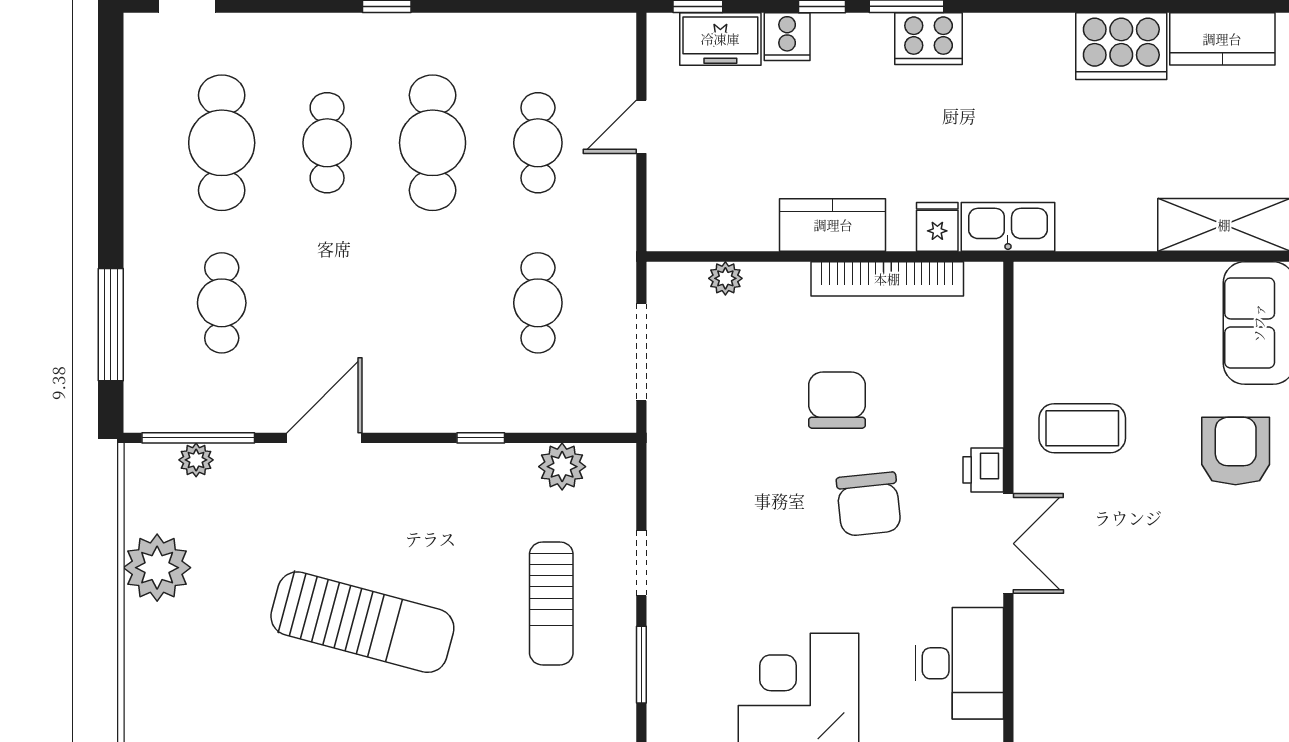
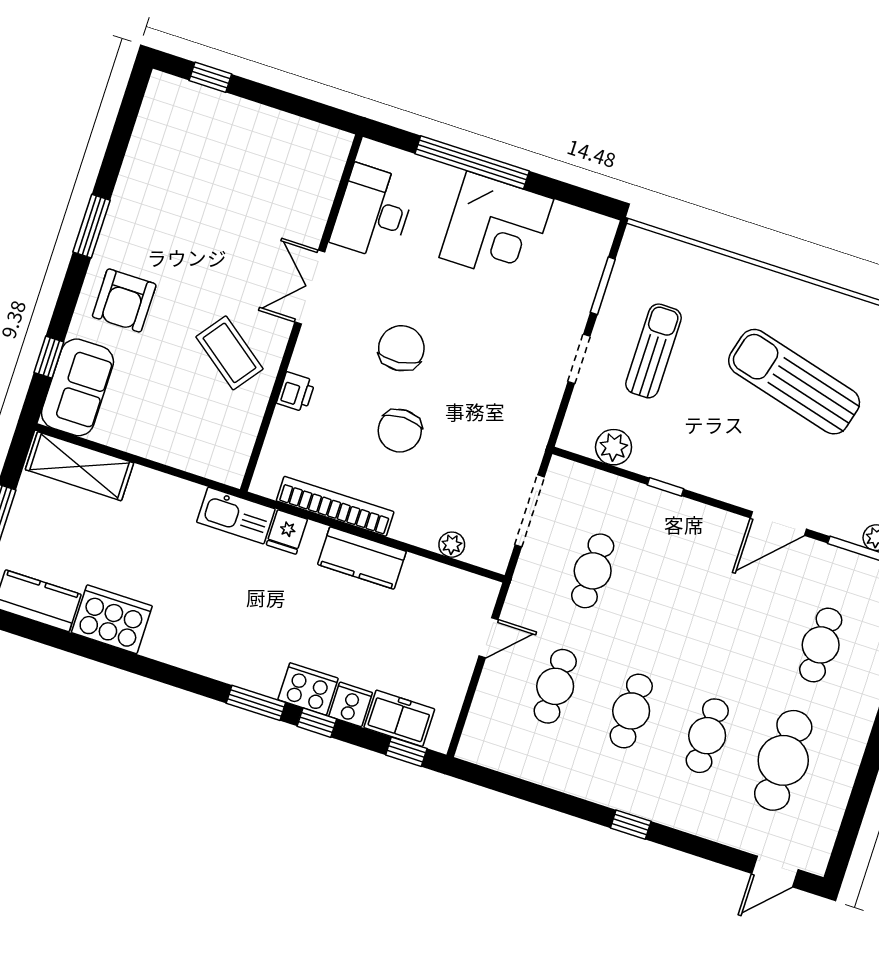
cooker: (929, 39) -> (308, 689), moved
door: (641, 127) -> (489, 638), moved
cafe table: (433, 143) -> (631, 711), width x0.73, depth x0.74
coffee table: (1082, 428) -> (229, 353), turned 37
printer: (983, 470) -> (296, 392), moved

